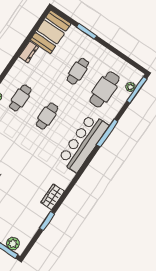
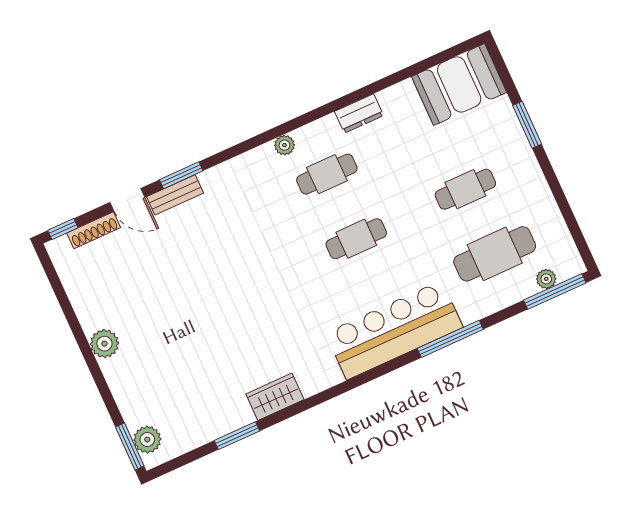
dresser: (29, 52) -> (359, 113), moved

